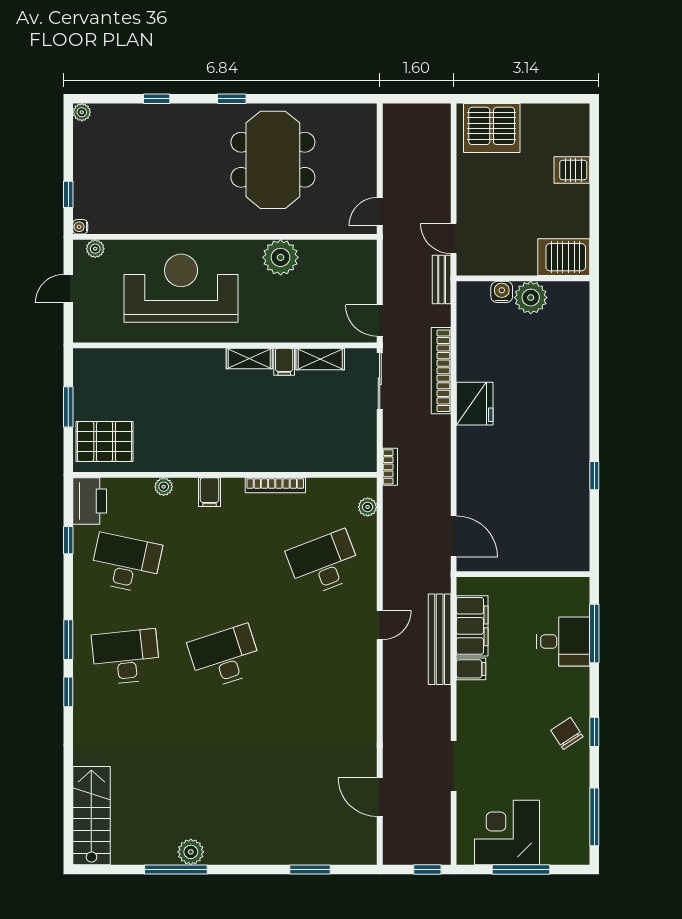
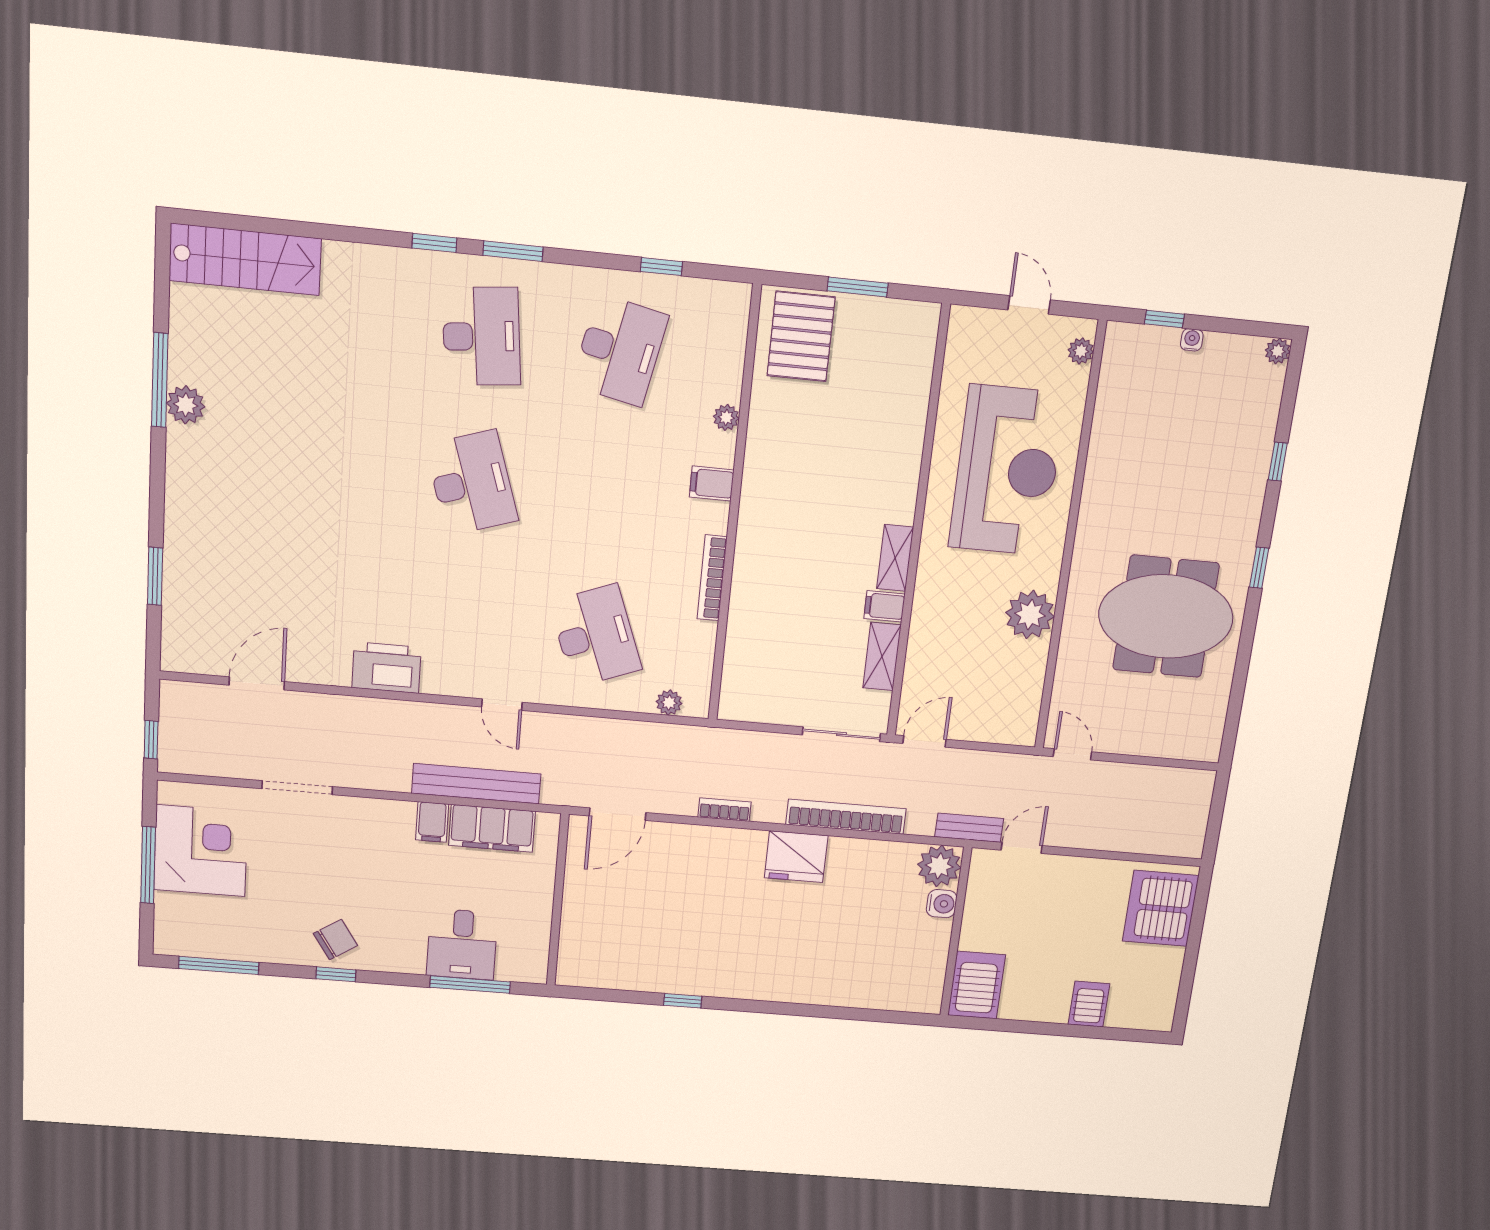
water cooler: (80, 227) -> (1192, 340), moved
plant: (531, 298) -> (939, 866), moved
bookcase: (390, 467) -> (725, 810), moved, turned 180
printer: (90, 501) -> (386, 668), moved, turned 180

